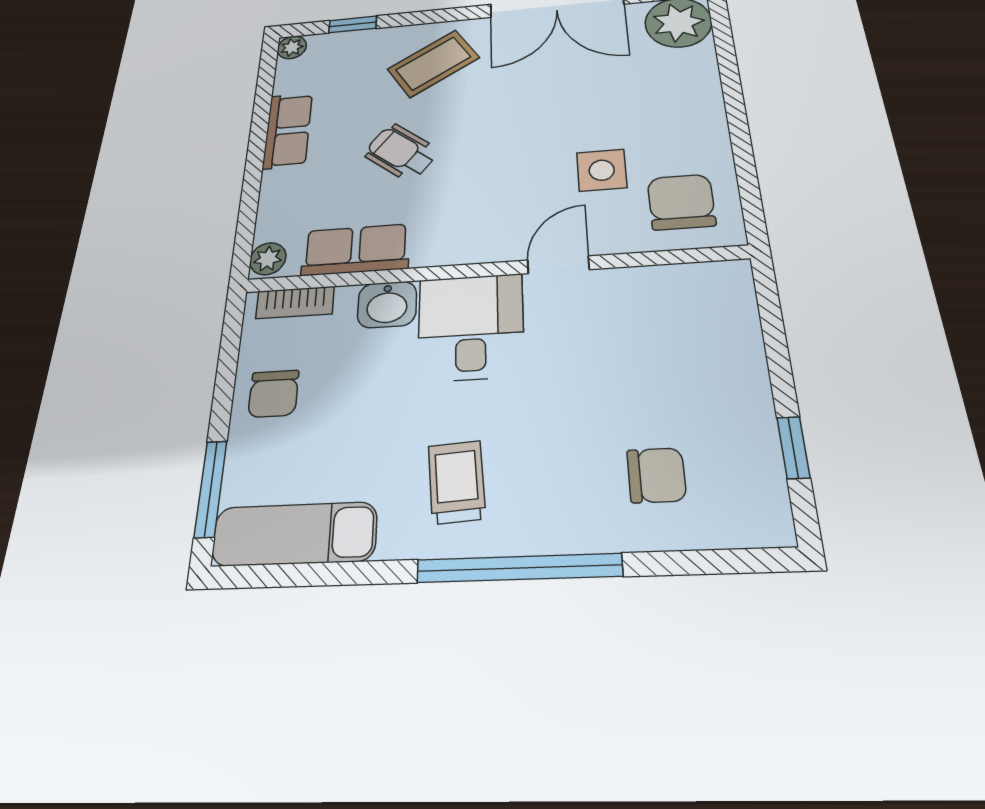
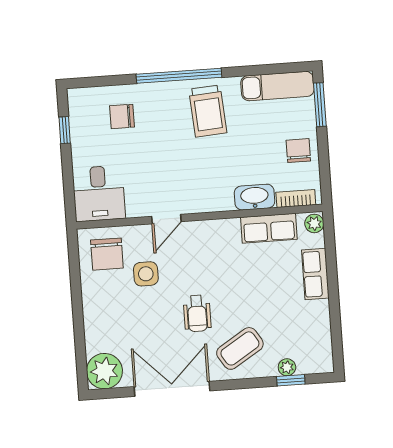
plant: (292, 47) -> (287, 367), moved
row of seats: (288, 131) -> (315, 274), moved
wheelchair: (401, 152) -> (197, 313), moved, turned 52
washbasin: (387, 305) -> (255, 197), width x1.38
desk: (471, 327) -> (99, 193), moved
trolley: (457, 482) -> (208, 111), width x1.36, depth x1.39

